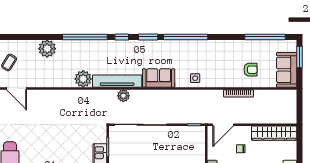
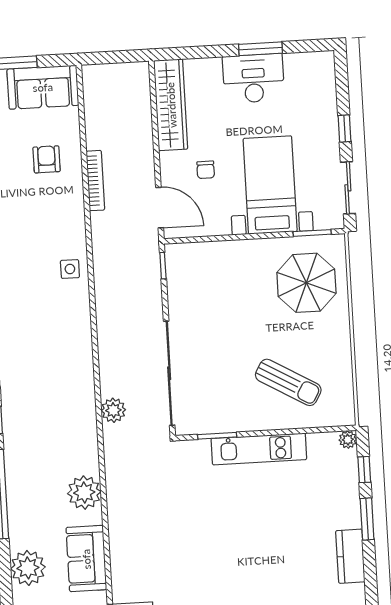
sofa: (159, 78) -> (86, 559), moved
tv unit: (117, 81) -> (85, 425), removed

